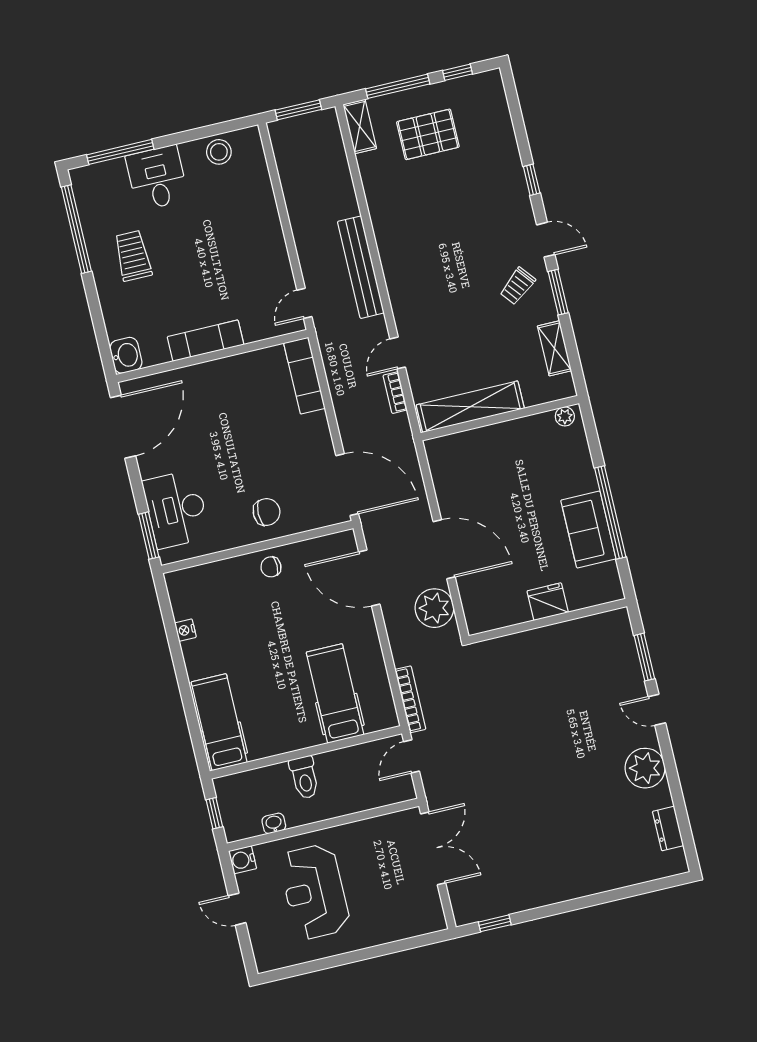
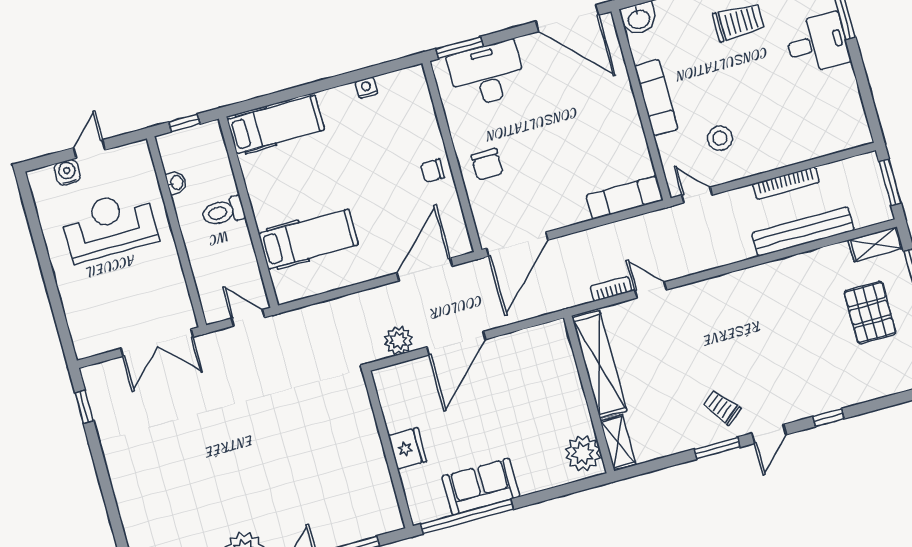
stool: (219, 152) -> (720, 138), moved
bench: (361, 267) -> (803, 232), moved
shelving: (554, 348) -> (618, 442), moved, turned 90
plant: (565, 416) -> (583, 453), width x1.87, depth x1.87
window: (610, 512) -> (467, 517), moved
chair: (271, 567) -> (432, 171), turned -90
plant: (434, 608) -> (398, 340), width x0.73, depth x0.73
bookcase: (410, 699) -> (786, 183), moved
water cooler: (243, 860) -> (67, 172), moved

